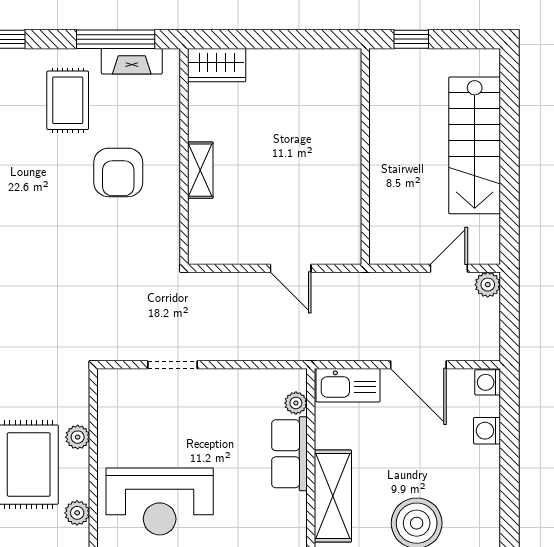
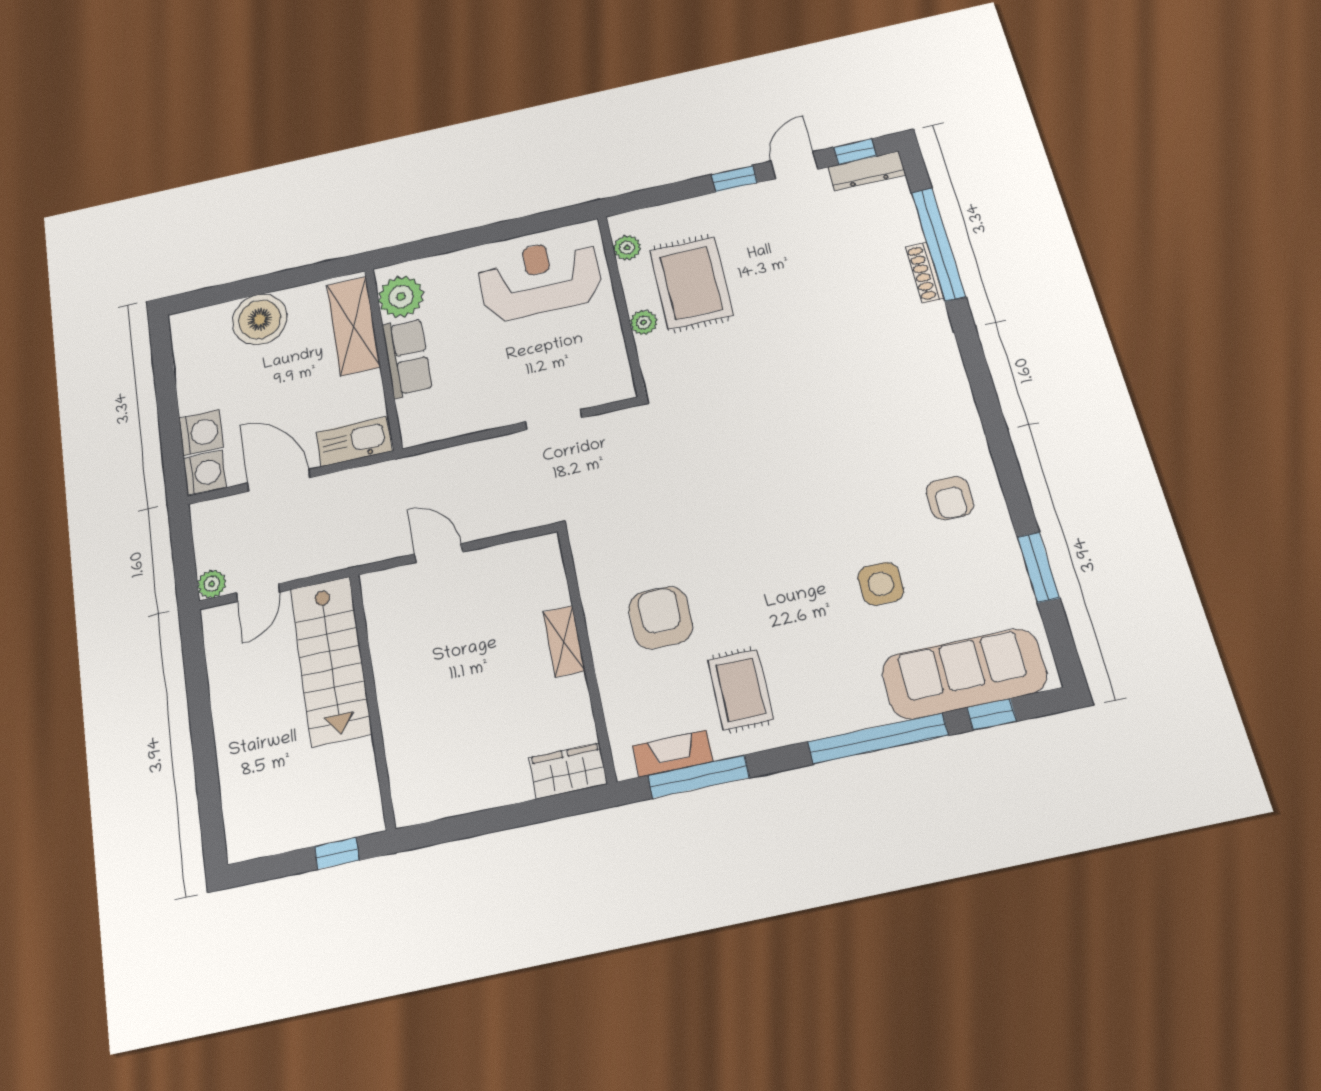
stairs: (475, 145) -> (331, 660), moved, turned 180
washing machine: (488, 382) -> (205, 473), width x1.38, depth x1.38
plant: (296, 403) -> (401, 297), moved, width x1.87, depth x1.87
washing machine: (487, 431) -> (201, 433), width x1.38, depth x1.38

